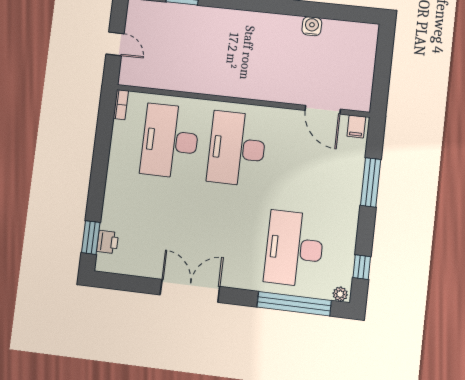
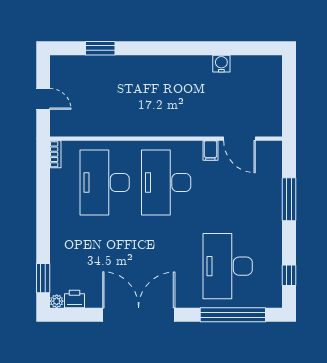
filing cabinet: (356, 127) -> (210, 151), moved
printer: (108, 242) -> (74, 299), moved, turned -90
double door: (190, 291) -> (139, 315), width x1.36
plant: (340, 294) -> (57, 301), moved

